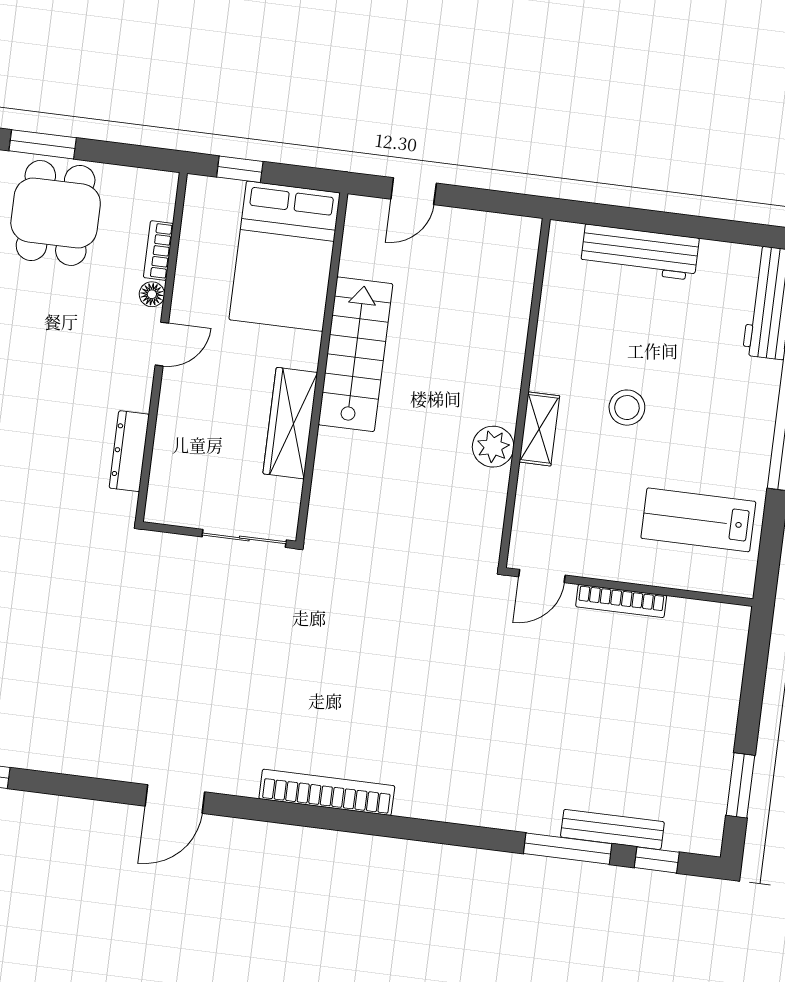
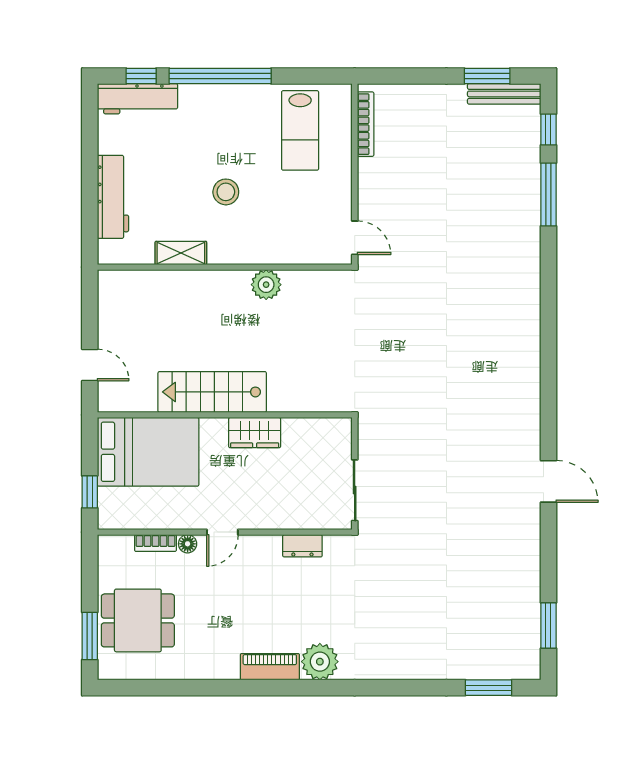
door: (162, 344) -> (222, 532), swing flipped
wardrobe: (290, 423) -> (255, 433), width x0.67
shelving: (539, 429) -> (181, 253), moved
dresser: (129, 451) -> (302, 546), width x0.70
sliding door: (244, 538) -> (355, 490), moved
bookcase: (621, 601) -> (366, 124), moved
bookcase: (327, 792) -> (530, 373), removed
bench: (612, 829) -> (504, 94), moved, turned 90

